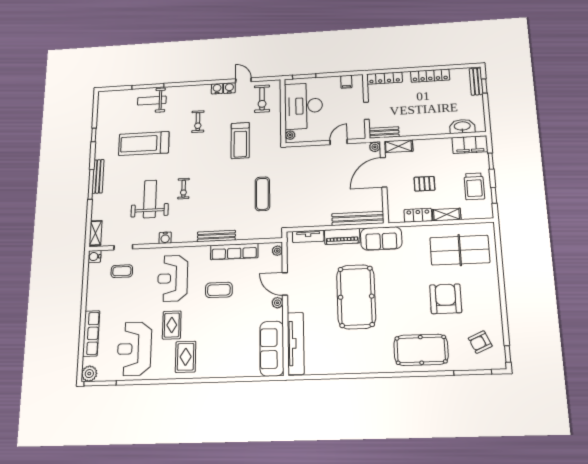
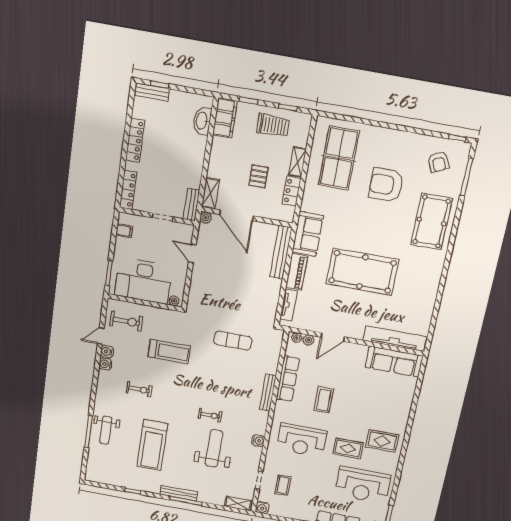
weight bench: (150, 199) -> (214, 448), turned 90
plant: (277, 303) -> (308, 340), moved

